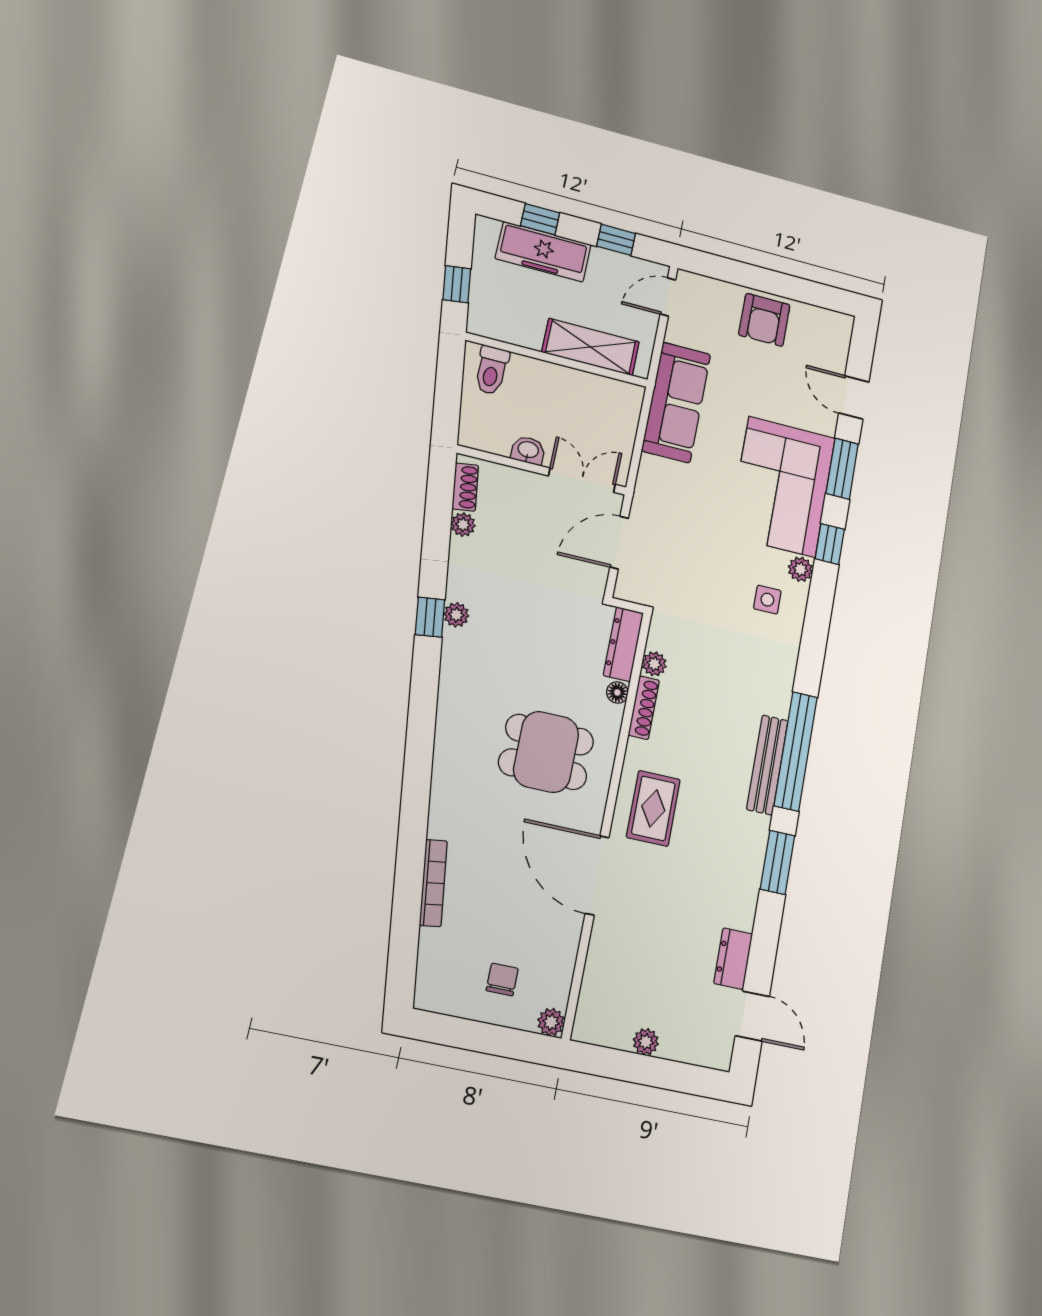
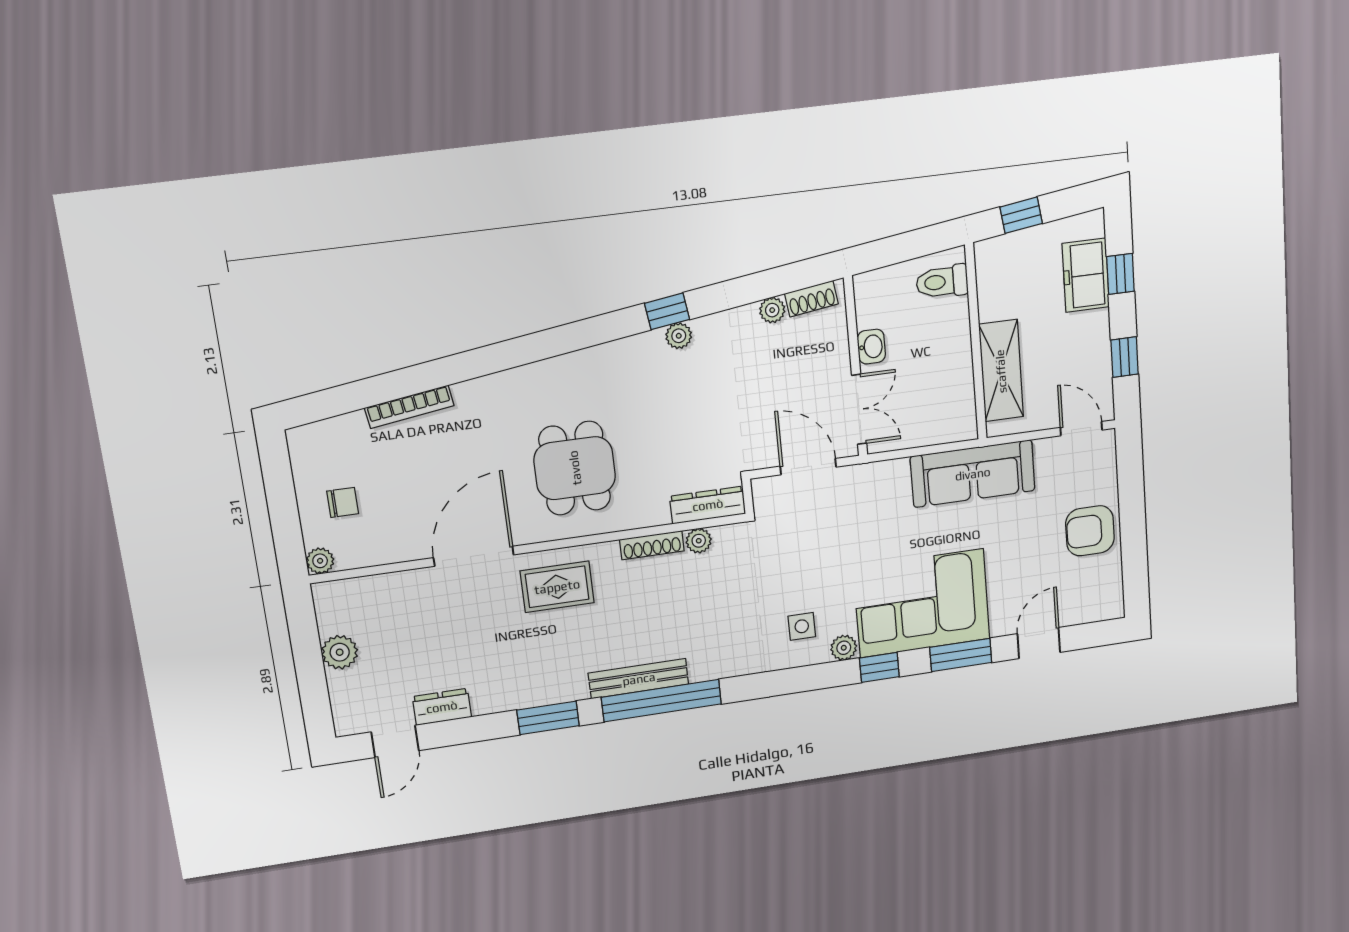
freezer: (543, 252) -> (1086, 275), width x0.71
floor lamp: (617, 692) -> (658, 515), removed
plant: (646, 1042) -> (340, 652), width x1.38, depth x1.38

